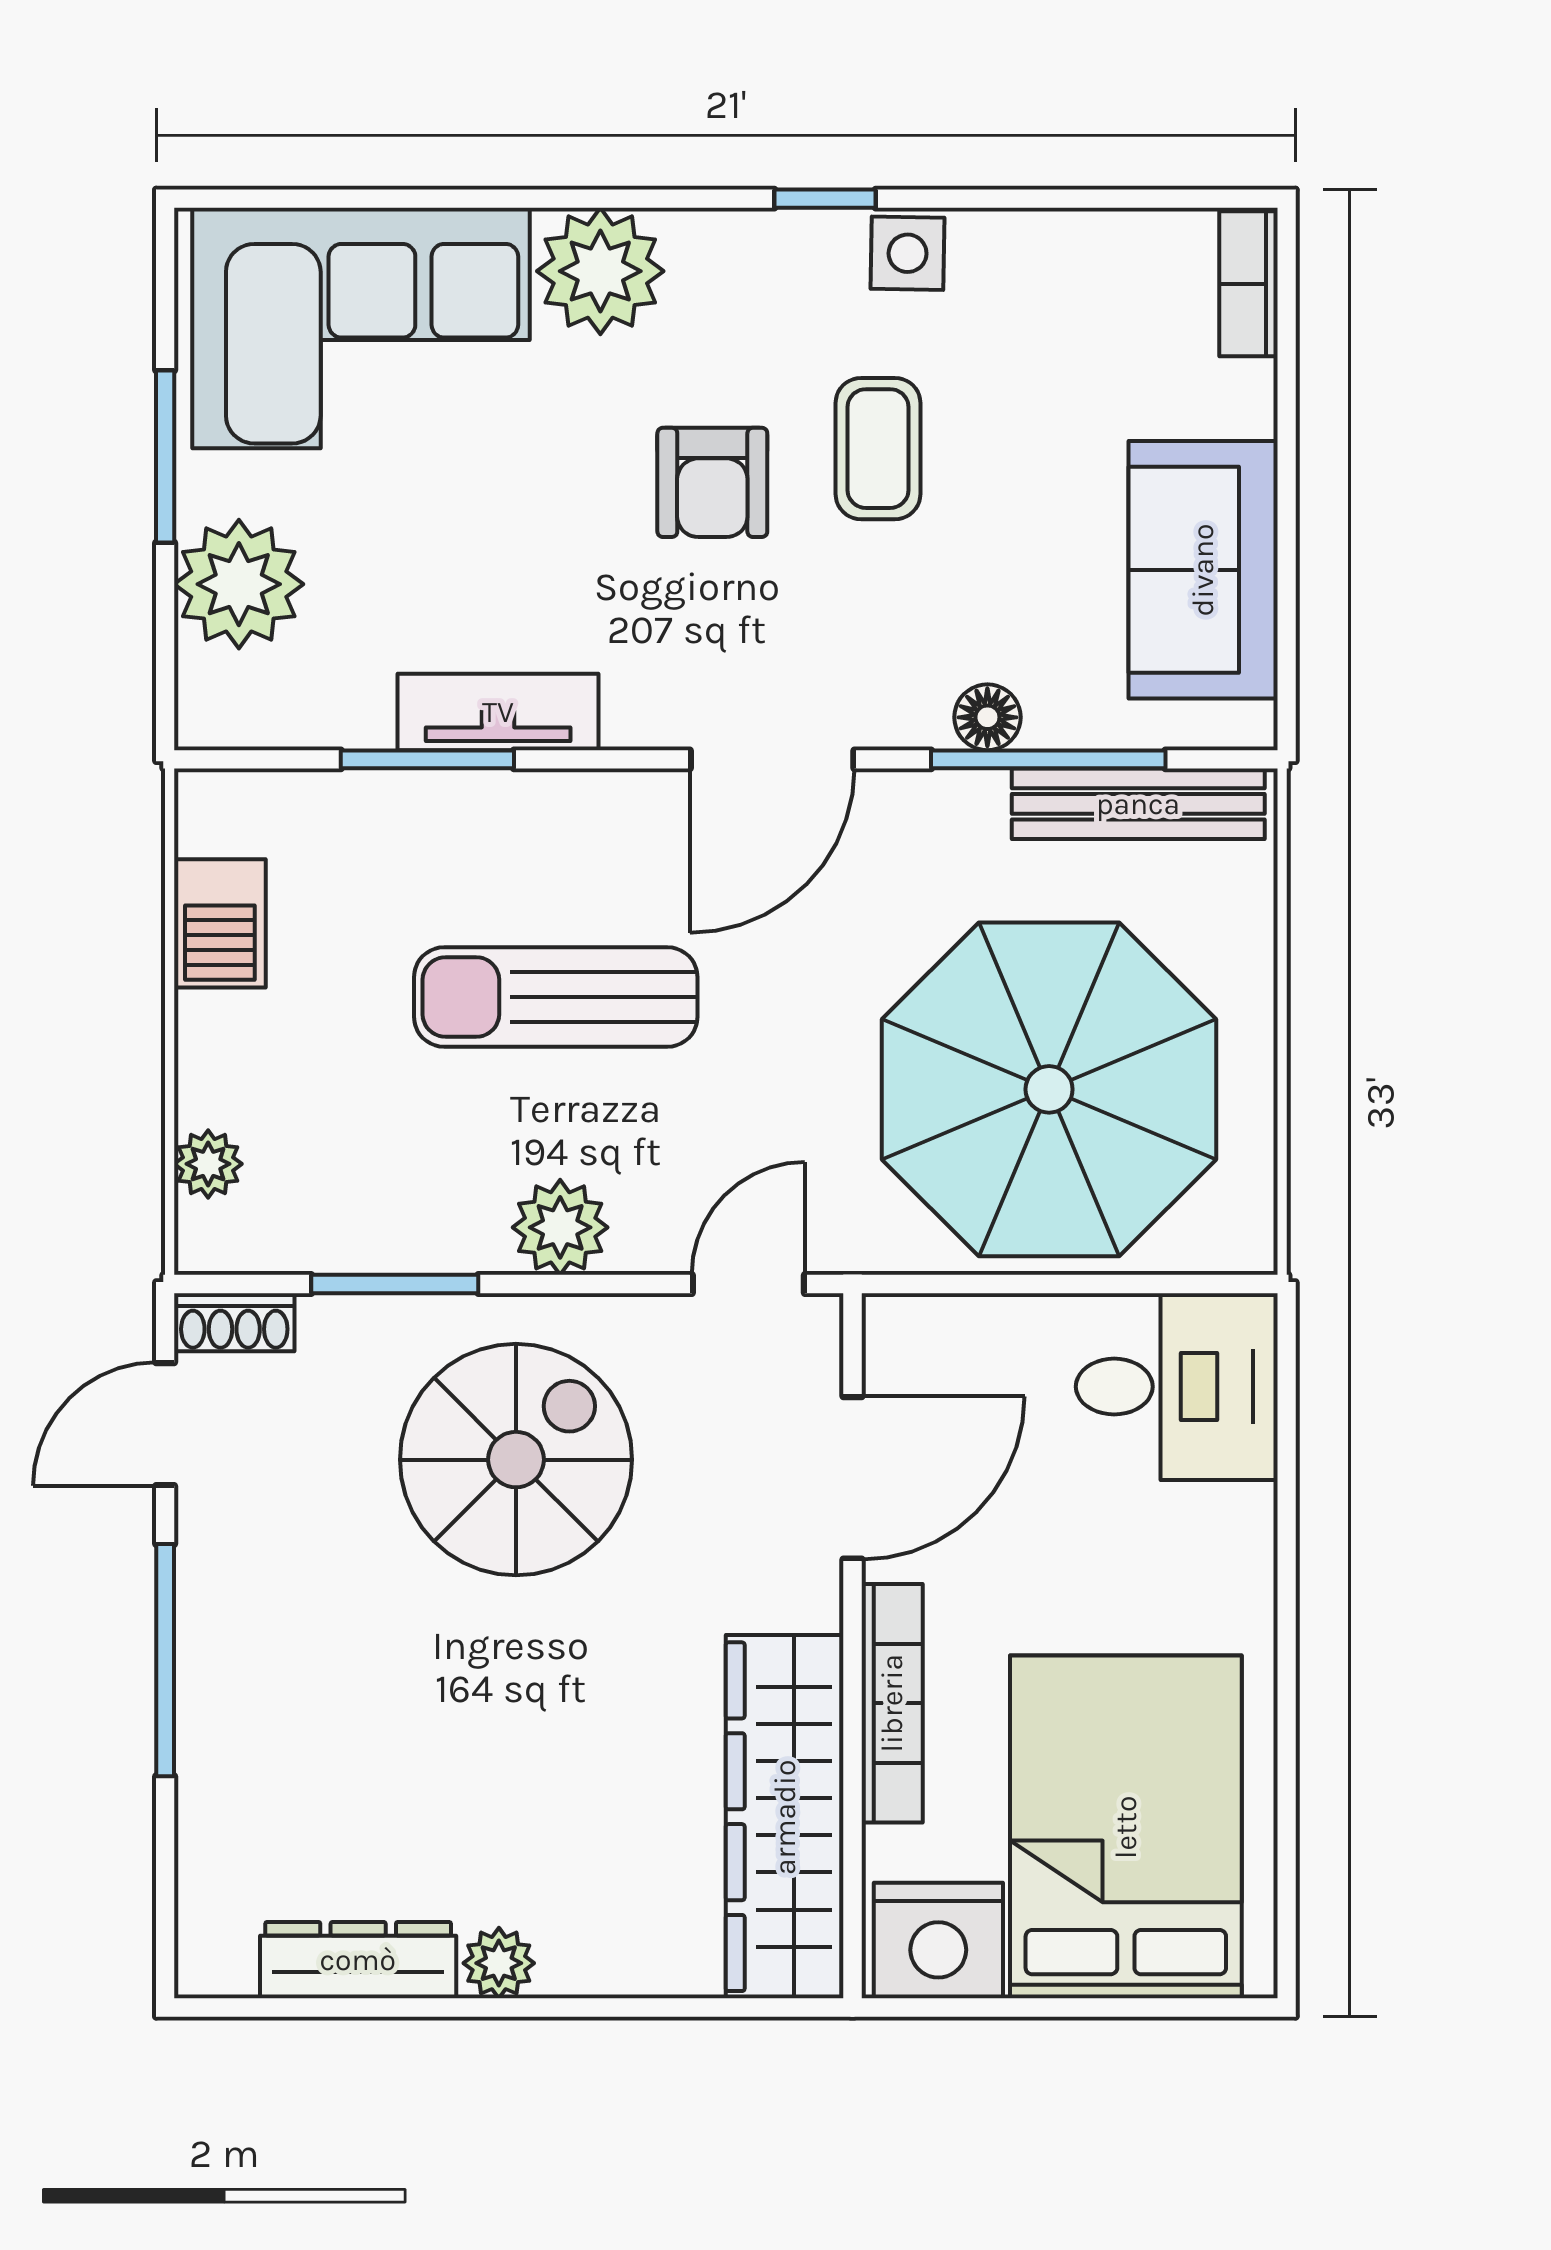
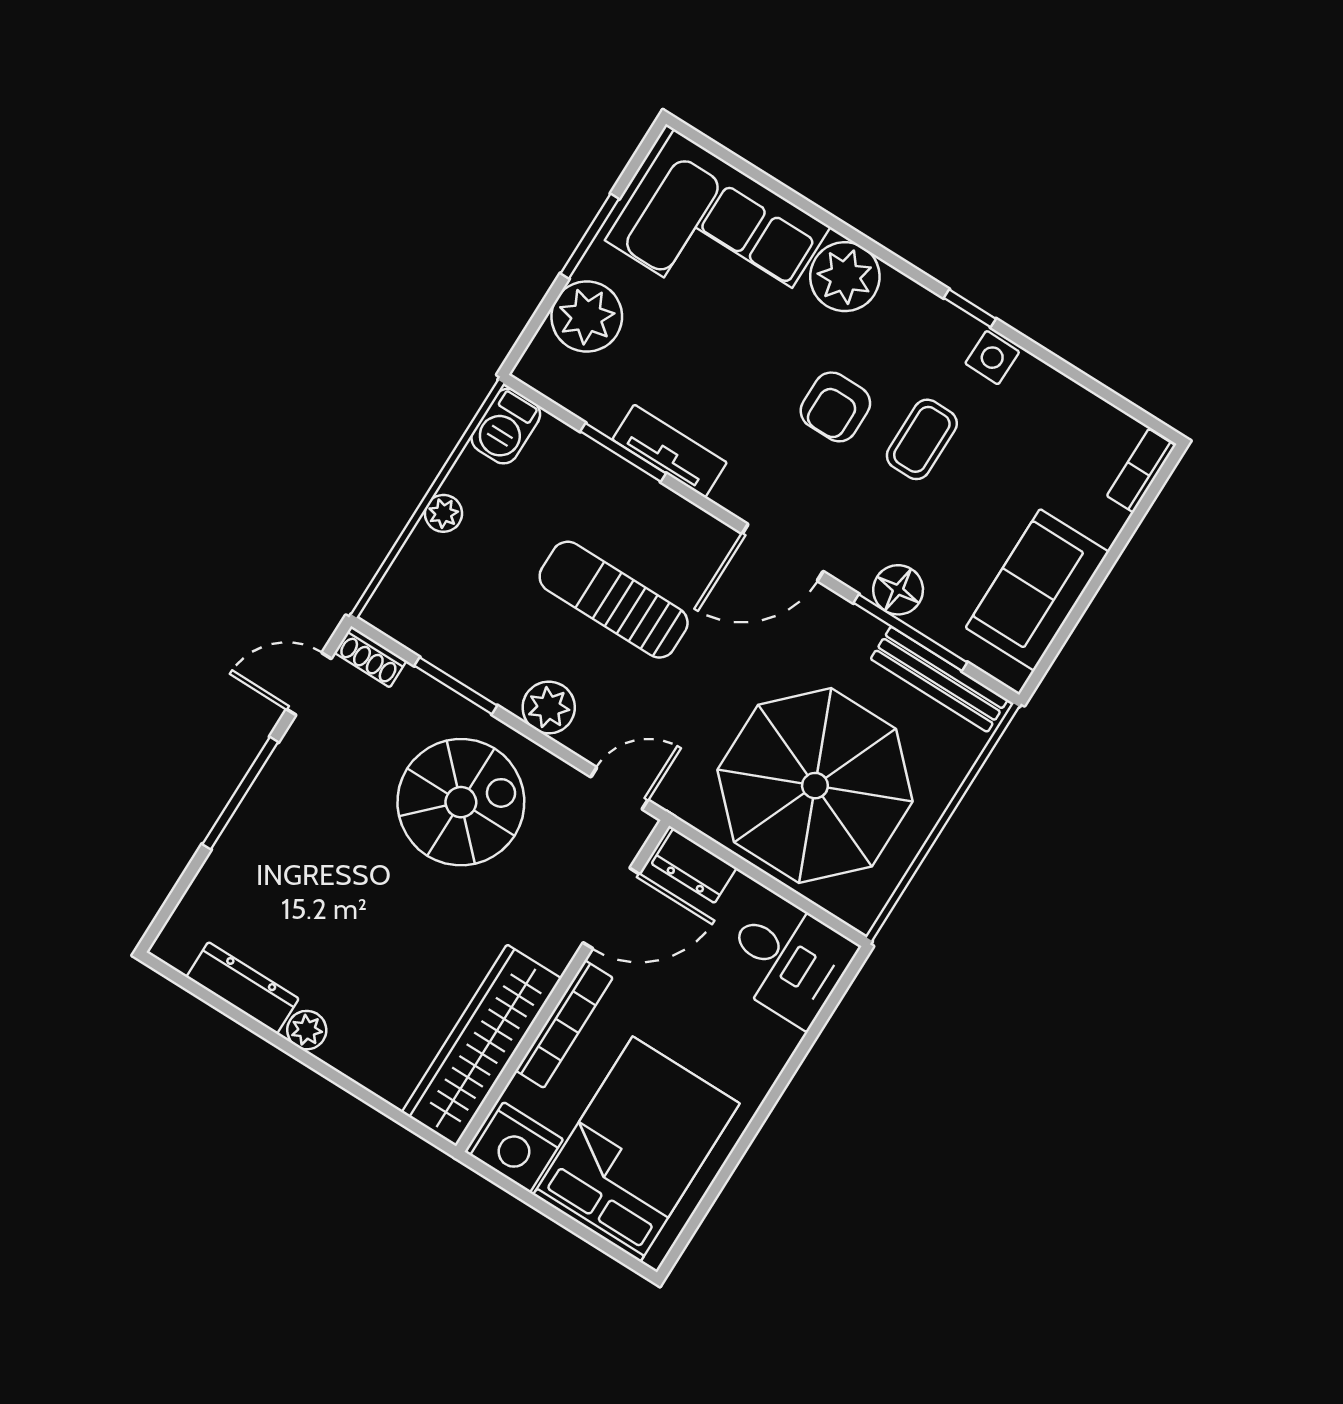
floor lamp: (987, 717) -> (898, 590), width x1.37, depth x1.37
barbecue: (220, 923) -> (506, 426), moved
plant: (208, 1164) -> (443, 513), moved
dresser: (940, 1331) -> (694, 866), added

